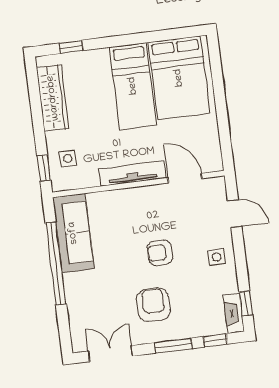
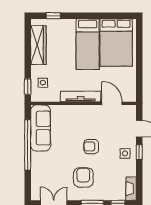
window: (246, 303) -> (139, 152), moved

